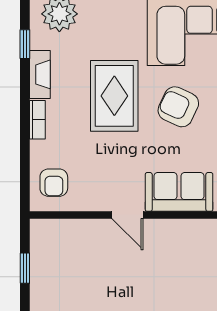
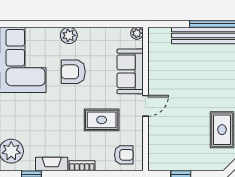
rug: (114, 96) -> (102, 120), moved, width x0.73, depth x0.70
armchair: (178, 107) -> (73, 72), turned 65

